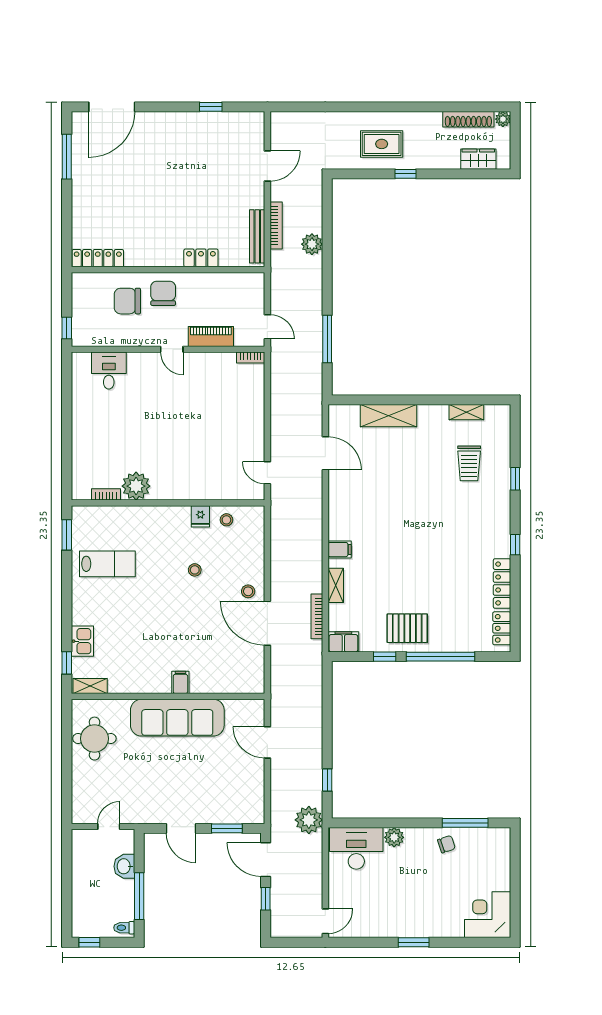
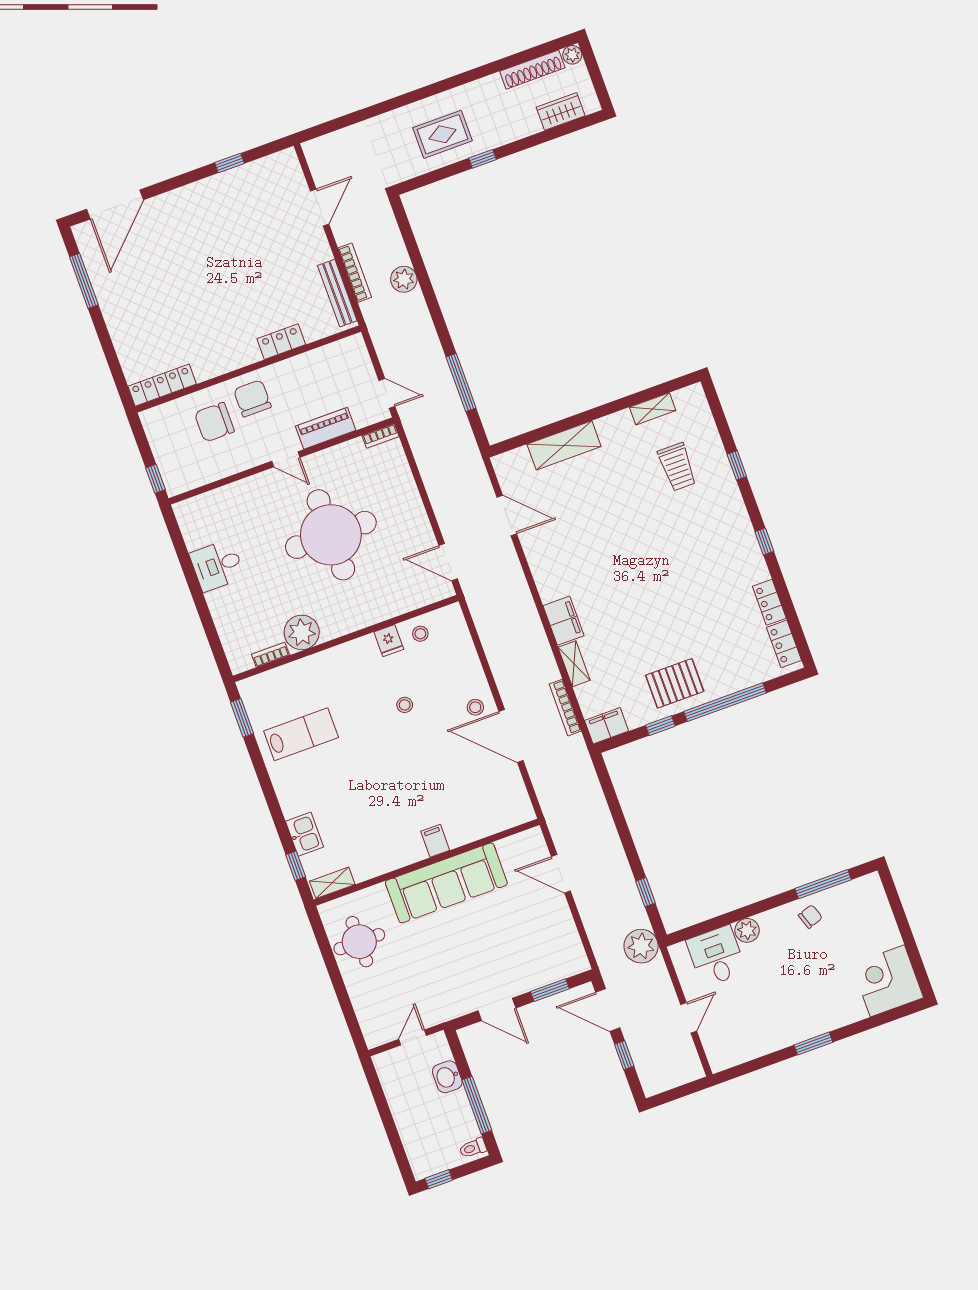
desk: (109, 371) -> (217, 565), moved, turned -90
round table: (185, 419) -> (331, 535), added
door: (267, 473) -> (448, 562), width x1.37
filing cabinet: (340, 550) -> (563, 621), width x2.00
locker: (502, 583) -> (769, 602), width x0.66
desk: (356, 848) -> (716, 956), width x0.73
door: (325, 921) -> (689, 1018), moved

